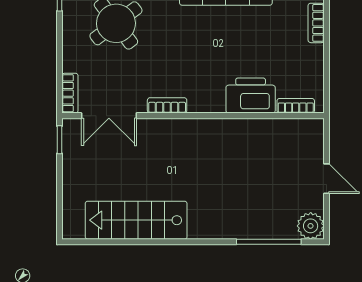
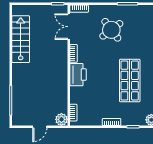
printer: (251, 96) -> (78, 75), moved
plant: (311, 226) -> (61, 119), moved

